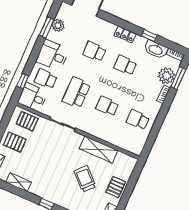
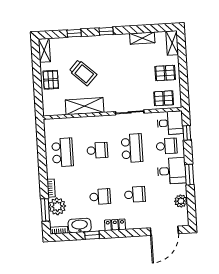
window: (47, 27) -> (189, 175), moved
school desk: (138, 120) -> (63, 152), width x1.85

